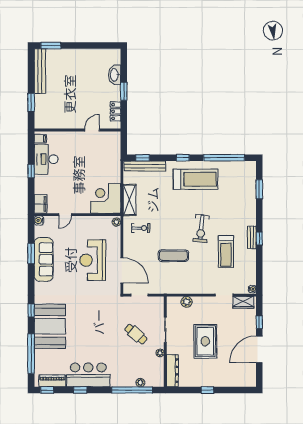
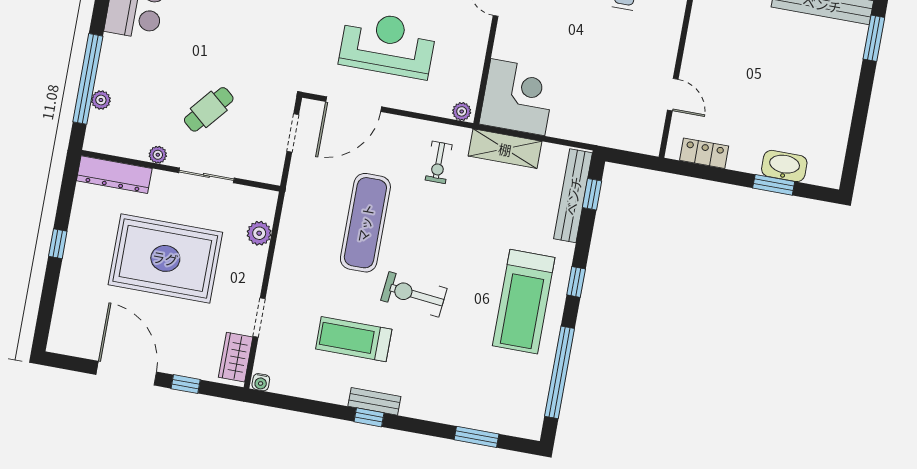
window: (124, 91) -> (774, 185), moved
exercise mat: (173, 256) -> (365, 223), width x1.36, depth x1.45
rug: (205, 341) -> (165, 258), width x1.37, depth x1.44

